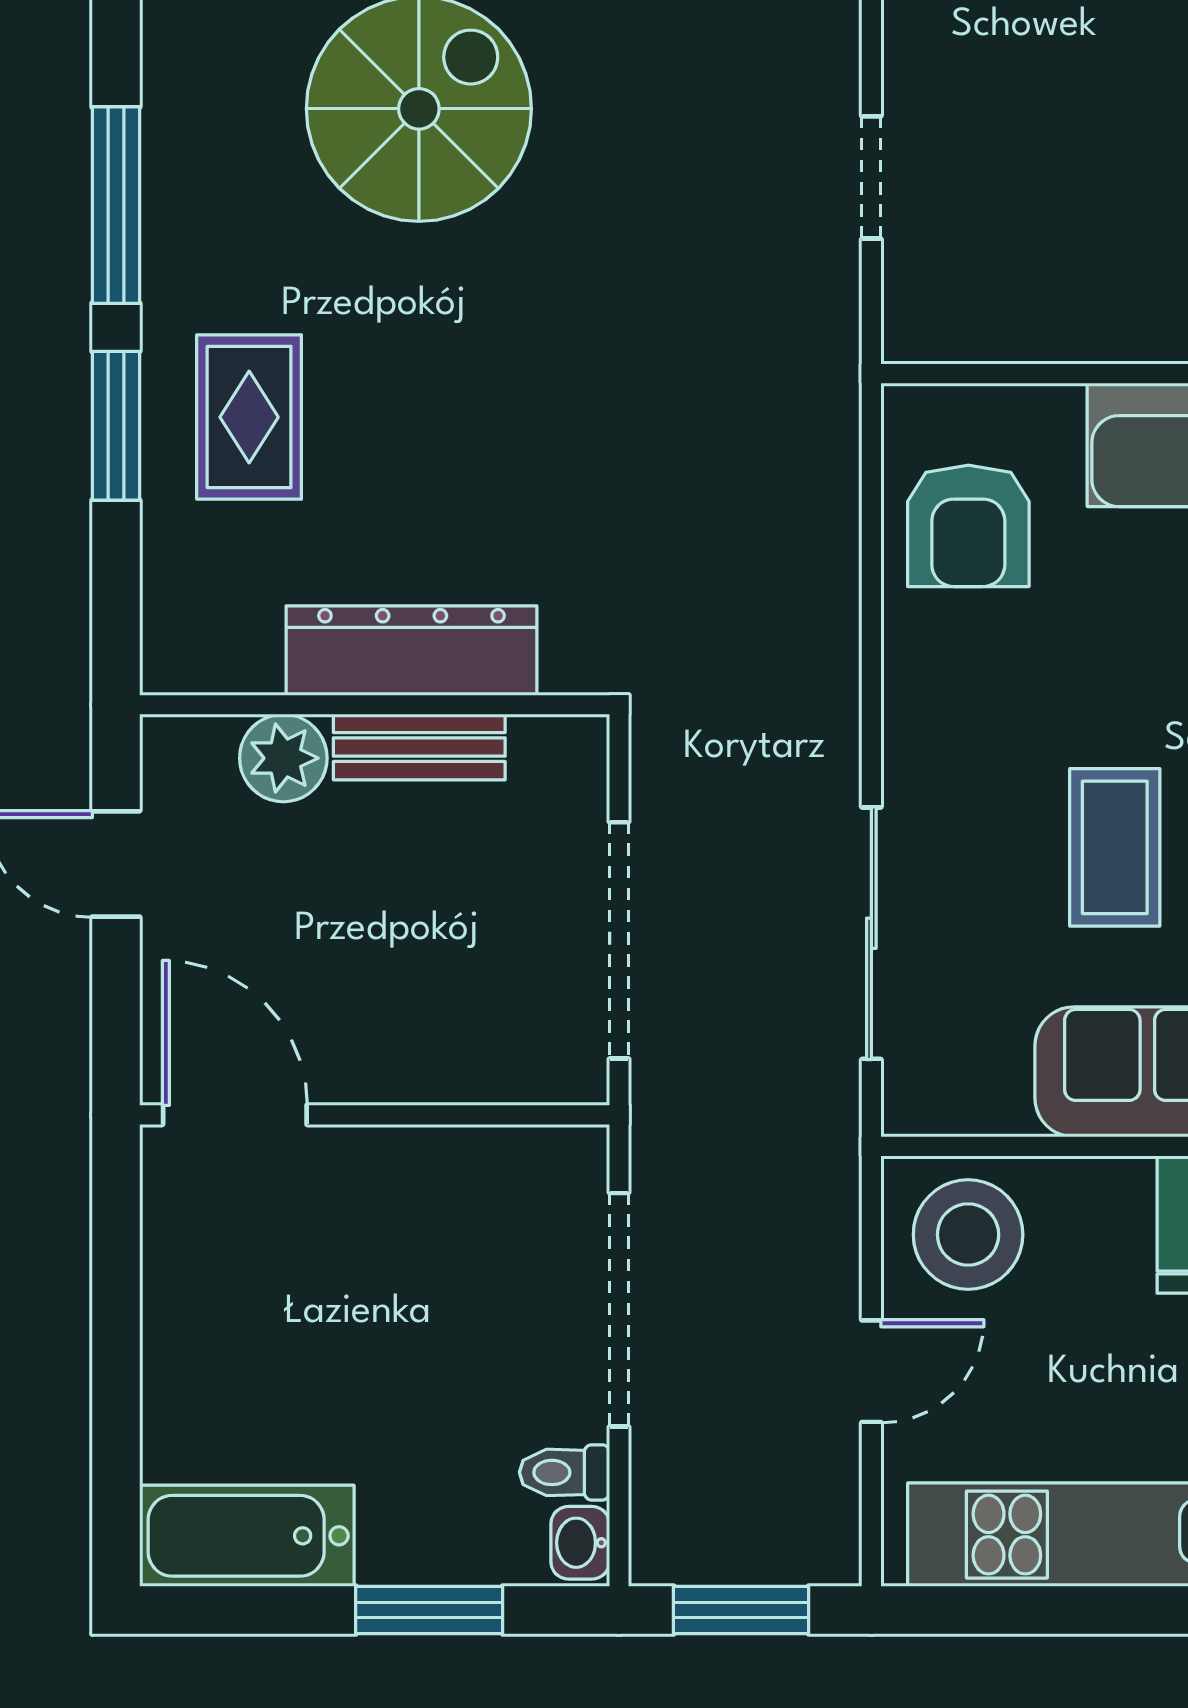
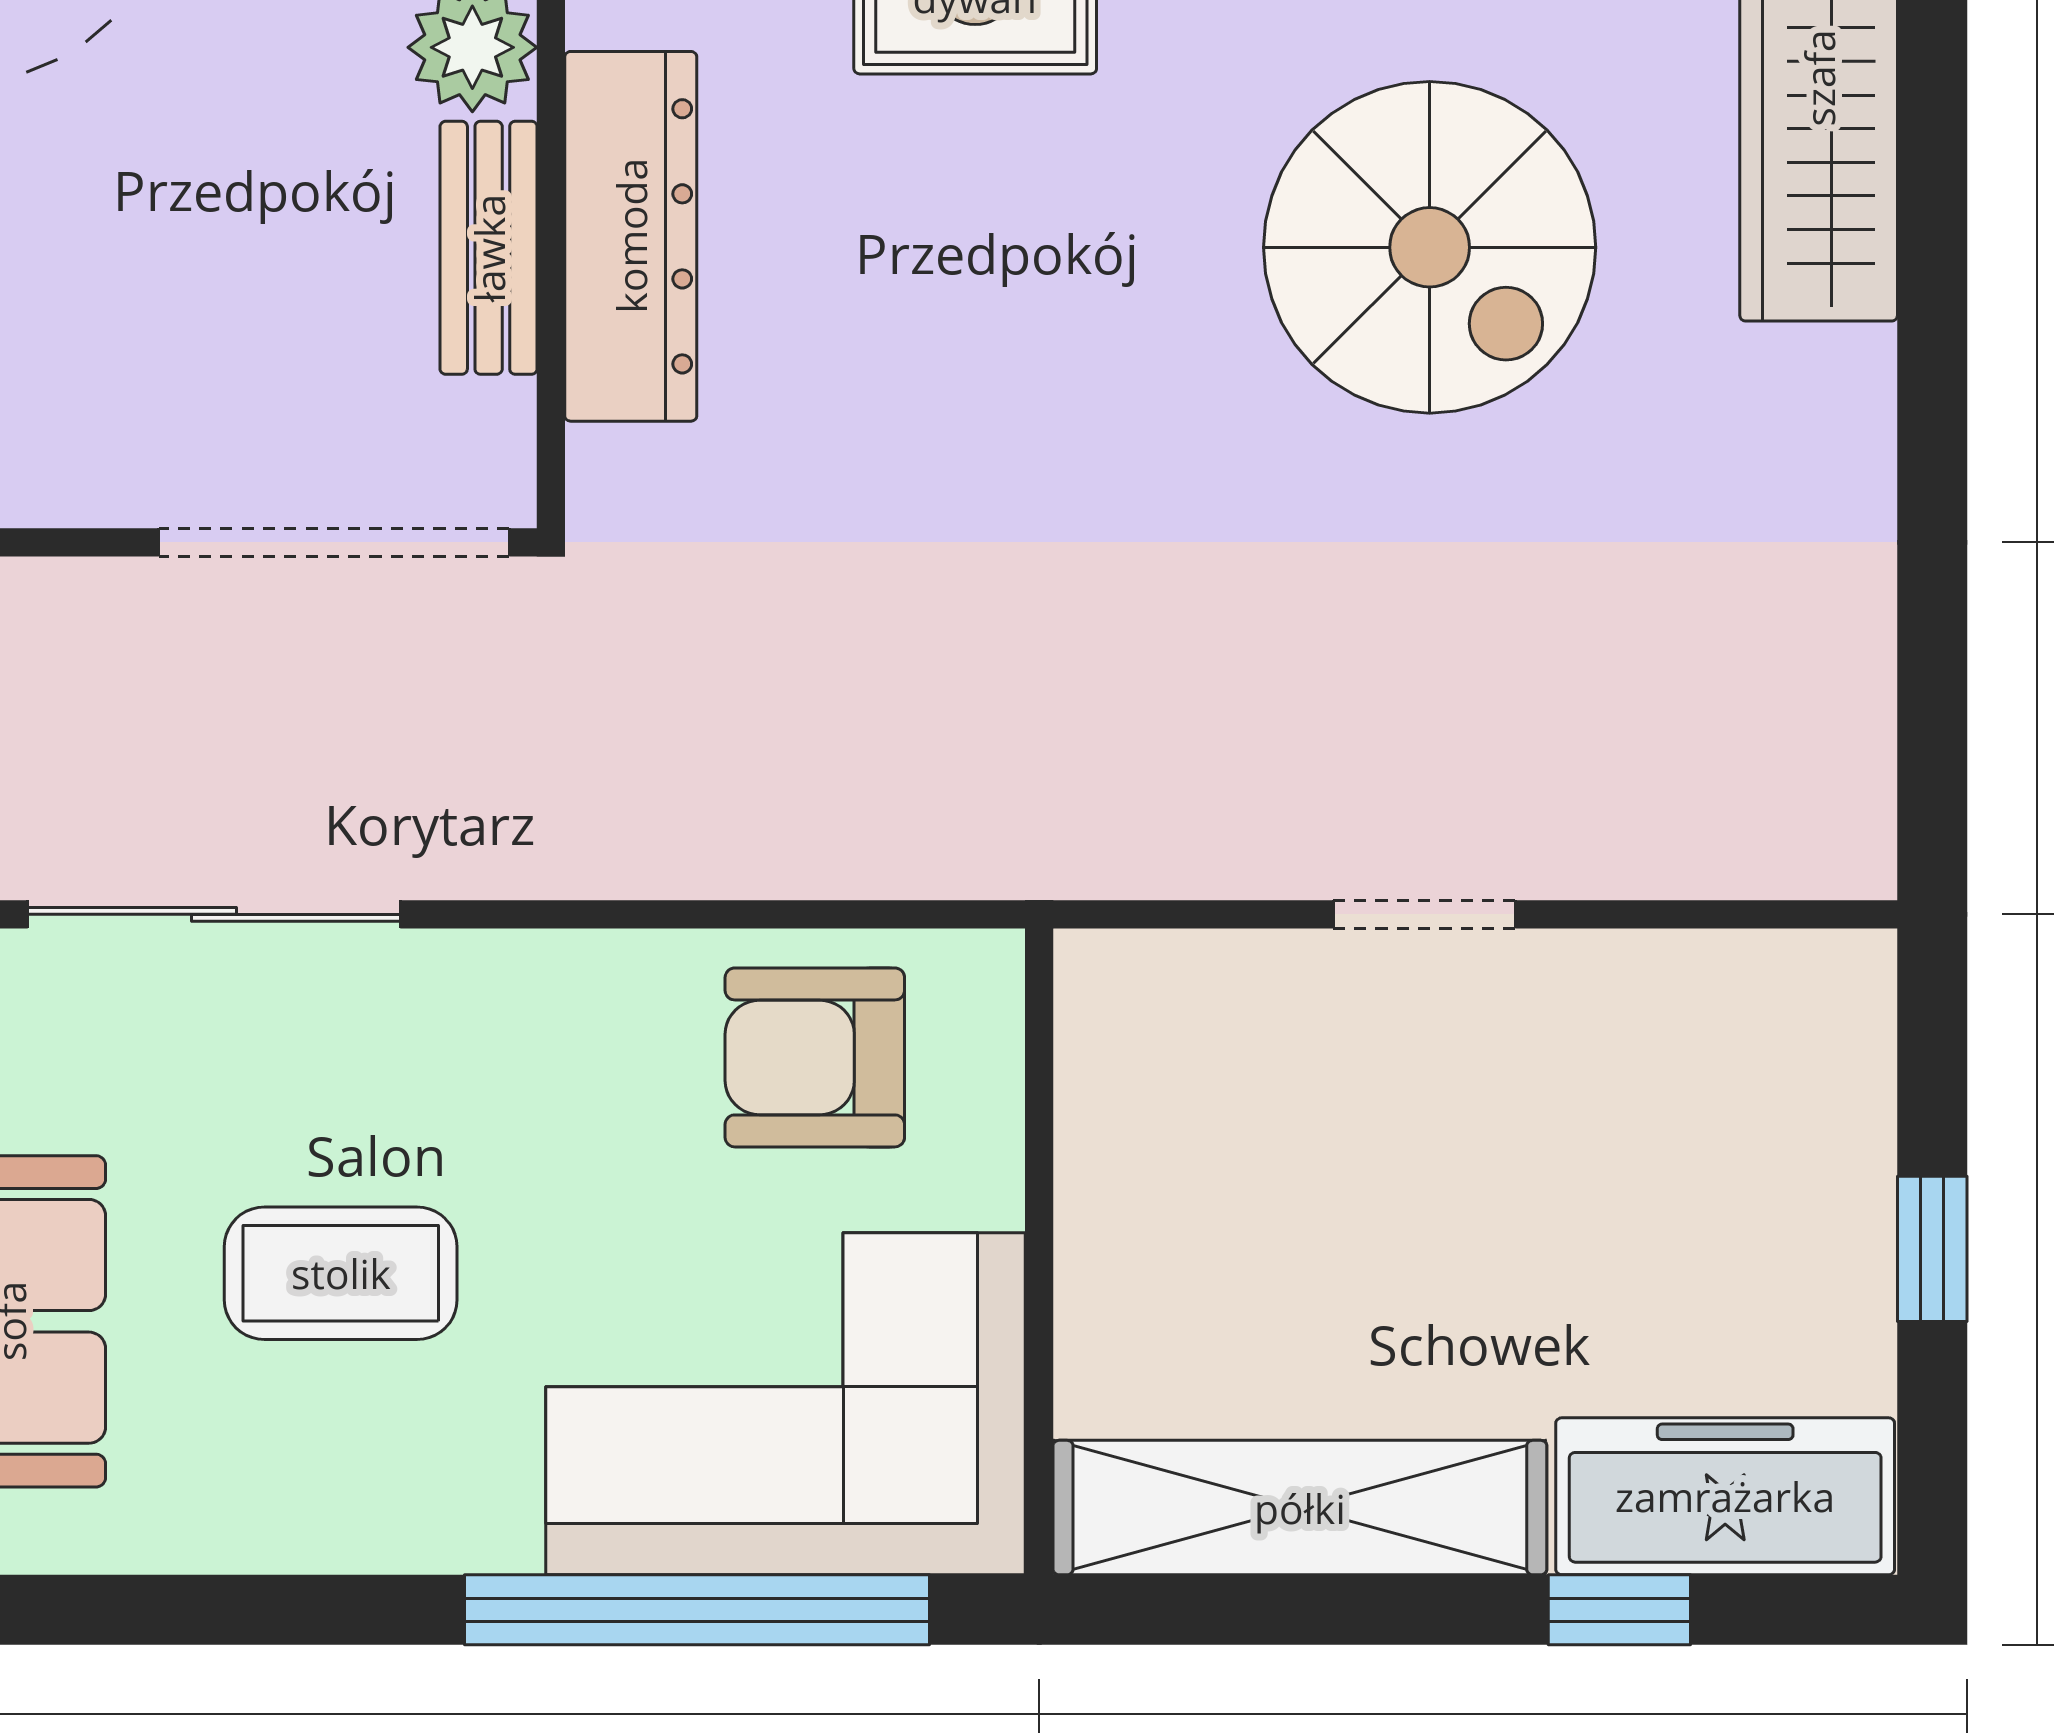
doorway: (871, 177) -> (1424, 914), moved
doorway: (619, 940) -> (334, 542), moved

